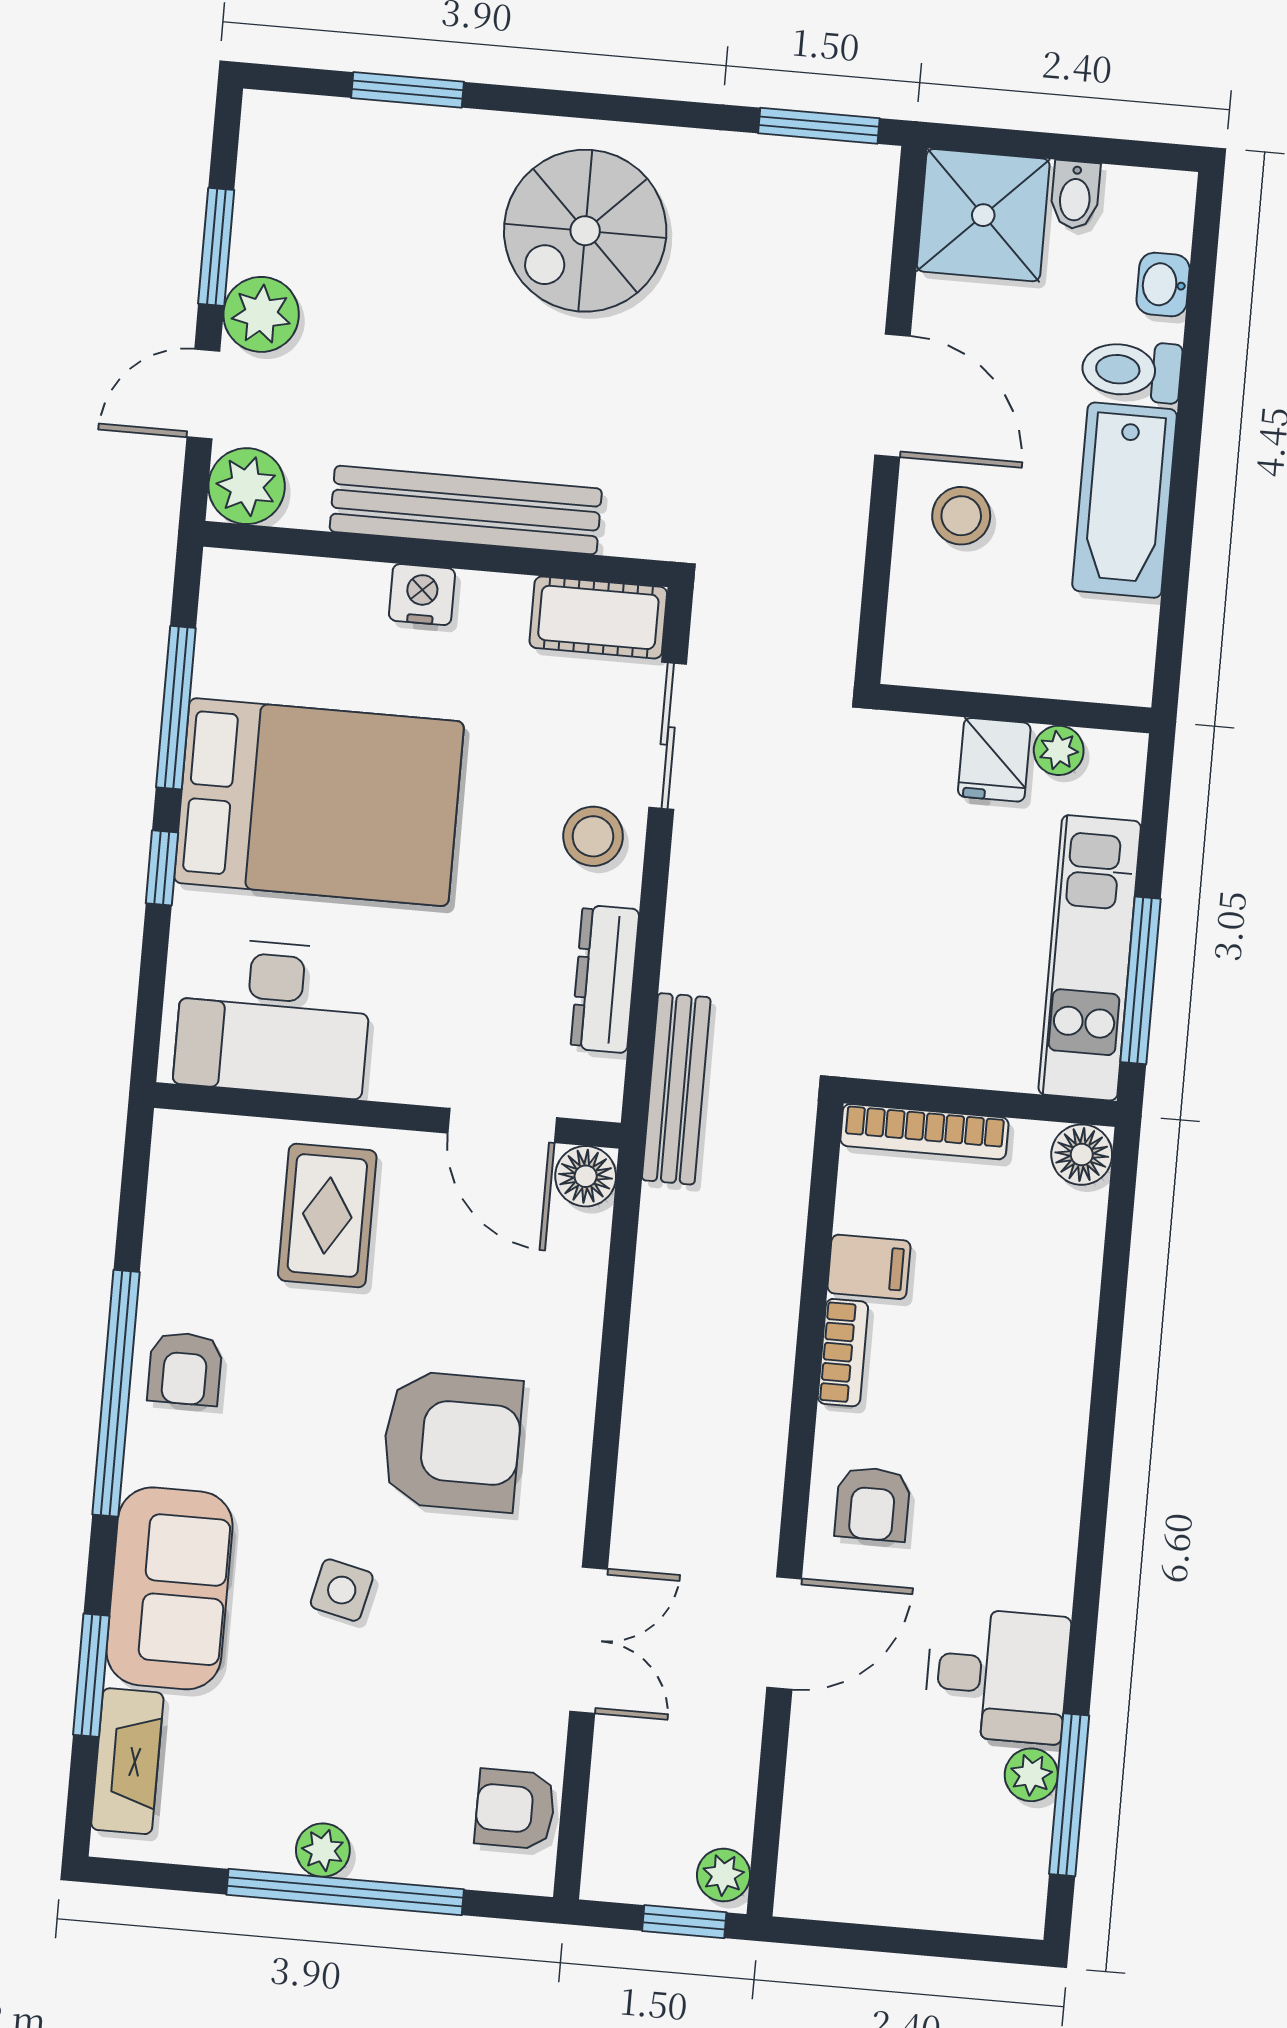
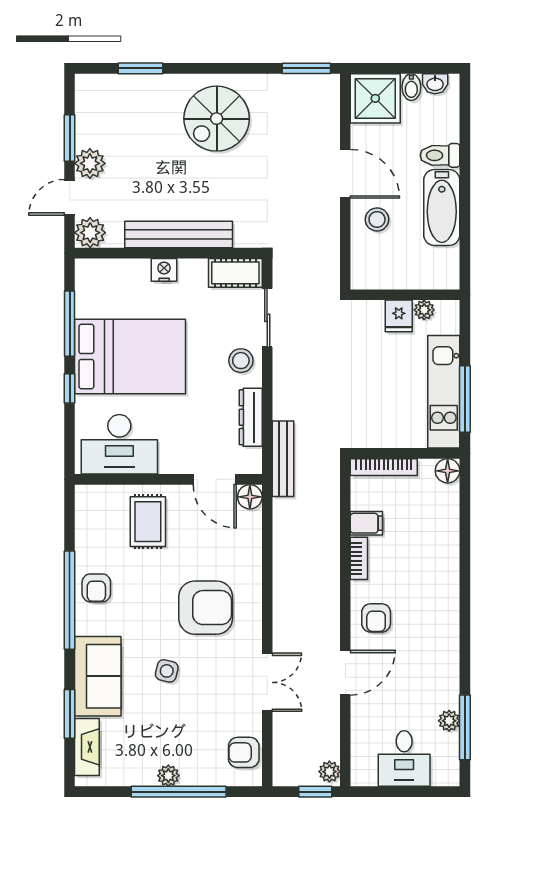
washbasin: (1163, 285) -> (435, 84), moved, turned -90
desk: (997, 1675) -> (404, 759), moved, turned 90

